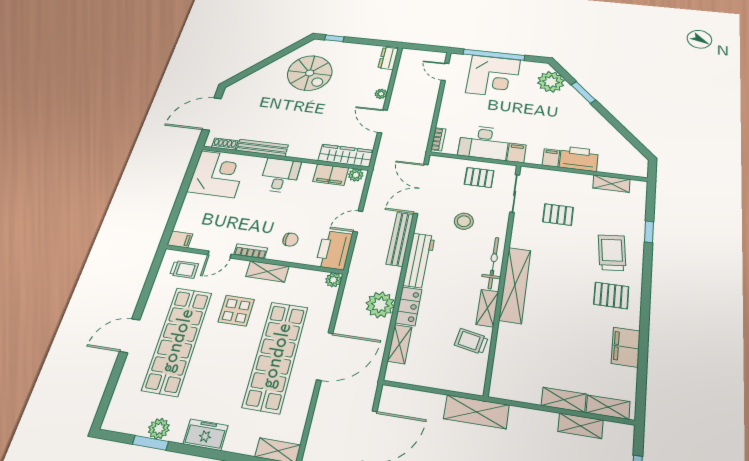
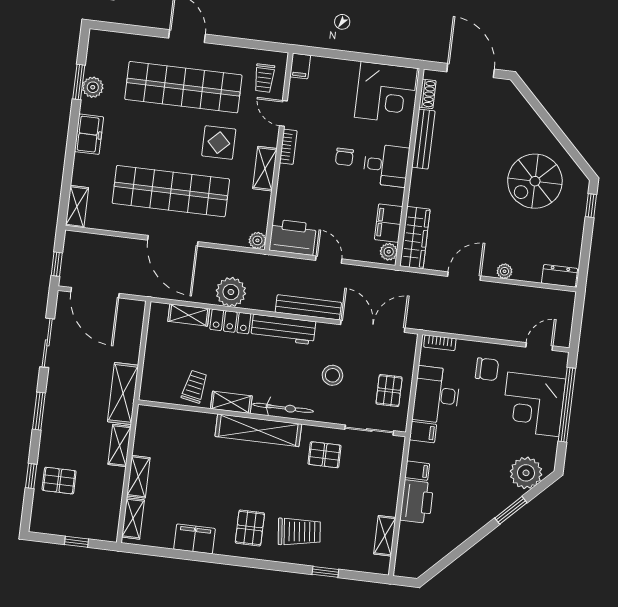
chair: (463, 107) -> (487, 369), added
pallet: (558, 215) -> (325, 455), moved, turned 90
chair: (290, 240) -> (344, 157), moved
shelving: (580, 426) -> (120, 445), moved

